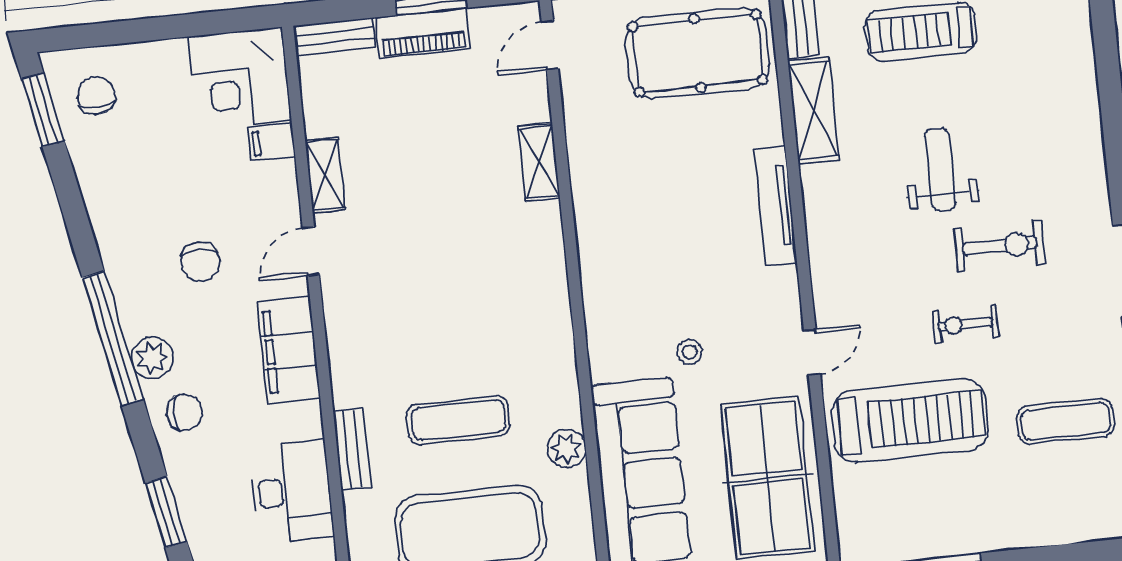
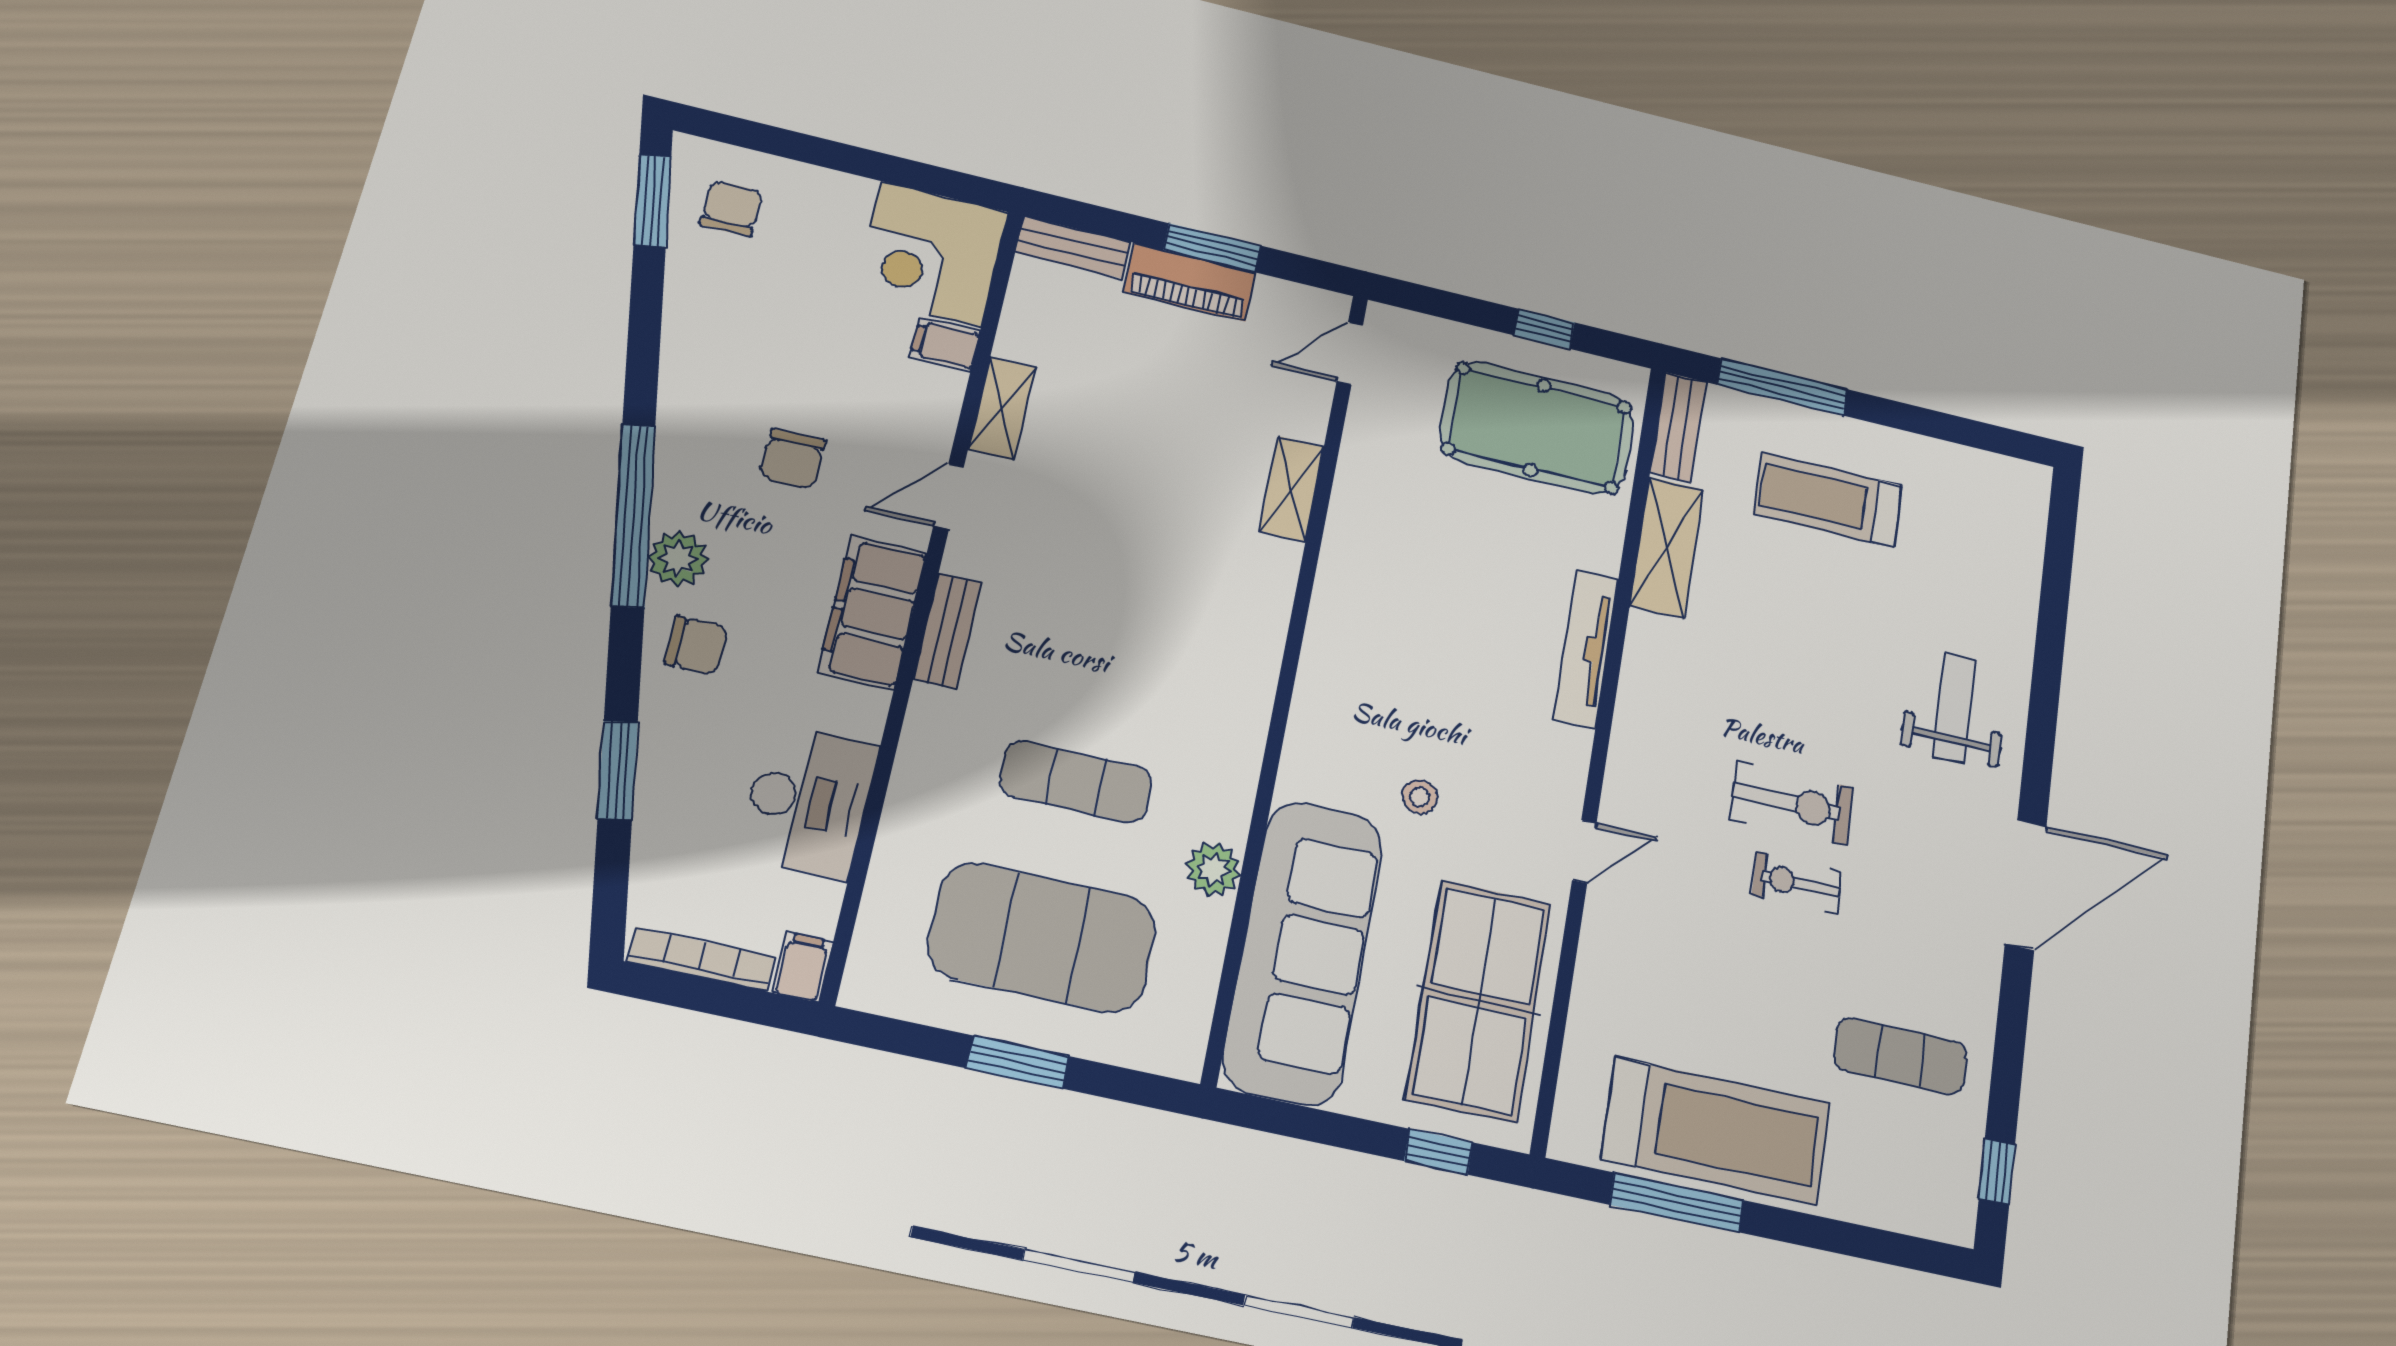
weight bench: (940, 169) -> (1955, 708), moved
exercise bike: (1000, 246) -> (1792, 803), moved
treadmill: (910, 421) -> (1716, 1131), moved
bench: (352, 449) -> (947, 631), moved

